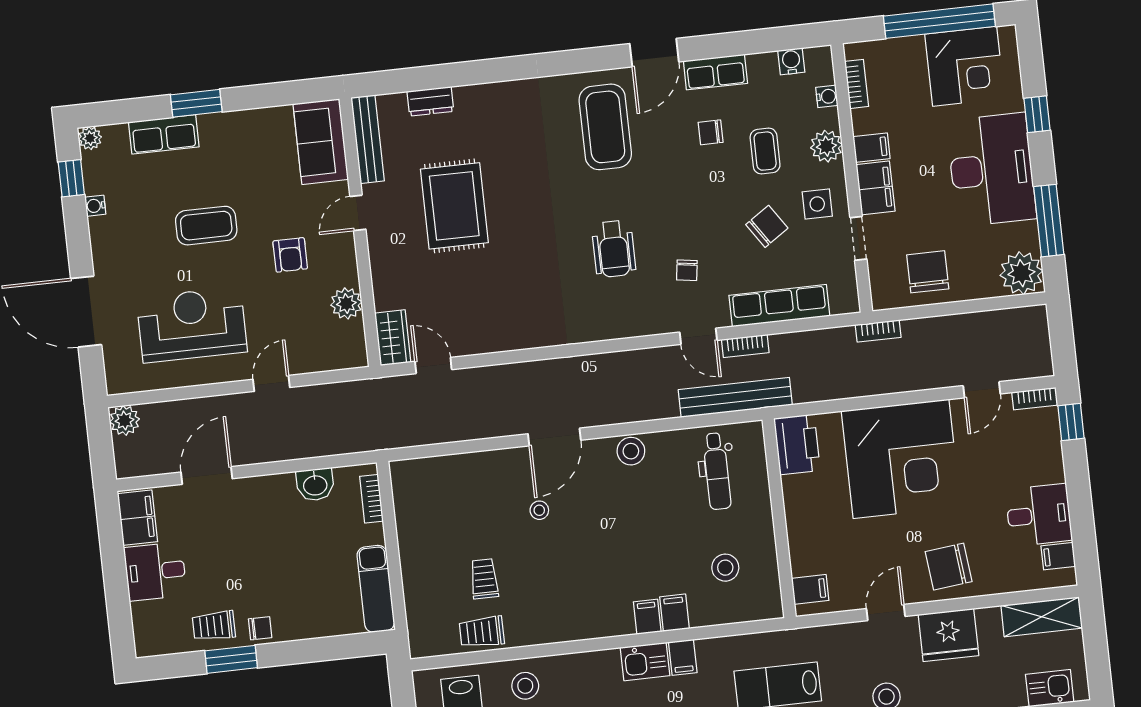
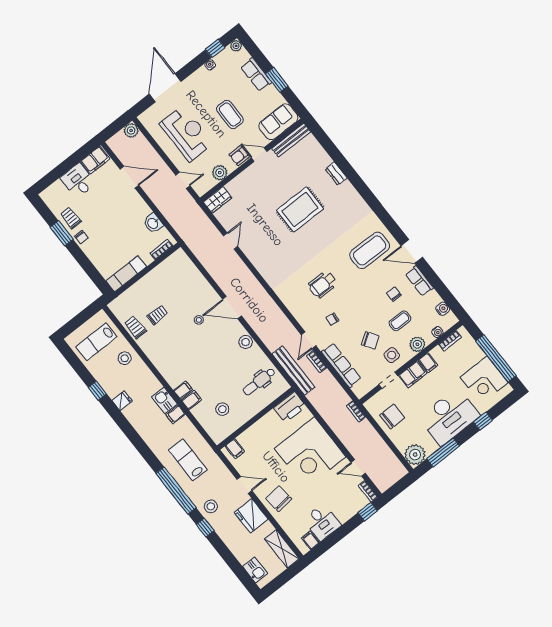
bench: (368, 139) -> (291, 140), moved
sofa: (321, 142) -> (278, 122), moved
door: (358, 213) -> (259, 155), moved
wall: (360, 232) -> (252, 160), moved
plant: (346, 303) -> (220, 173), moved
wardrobe: (393, 338) -> (218, 200), moved

